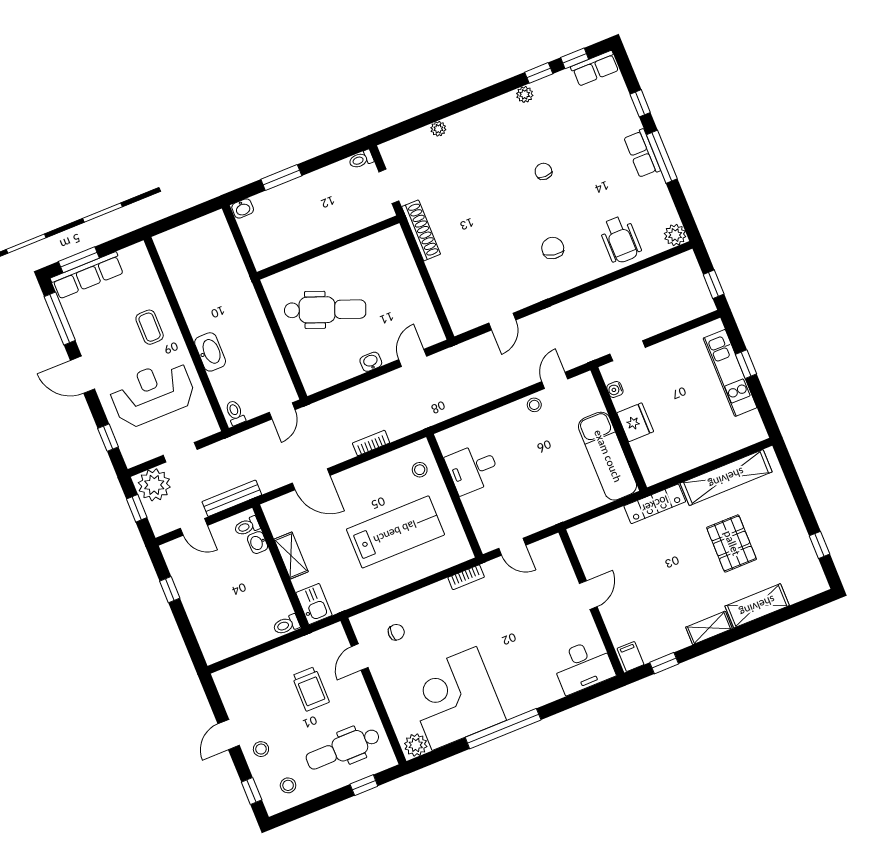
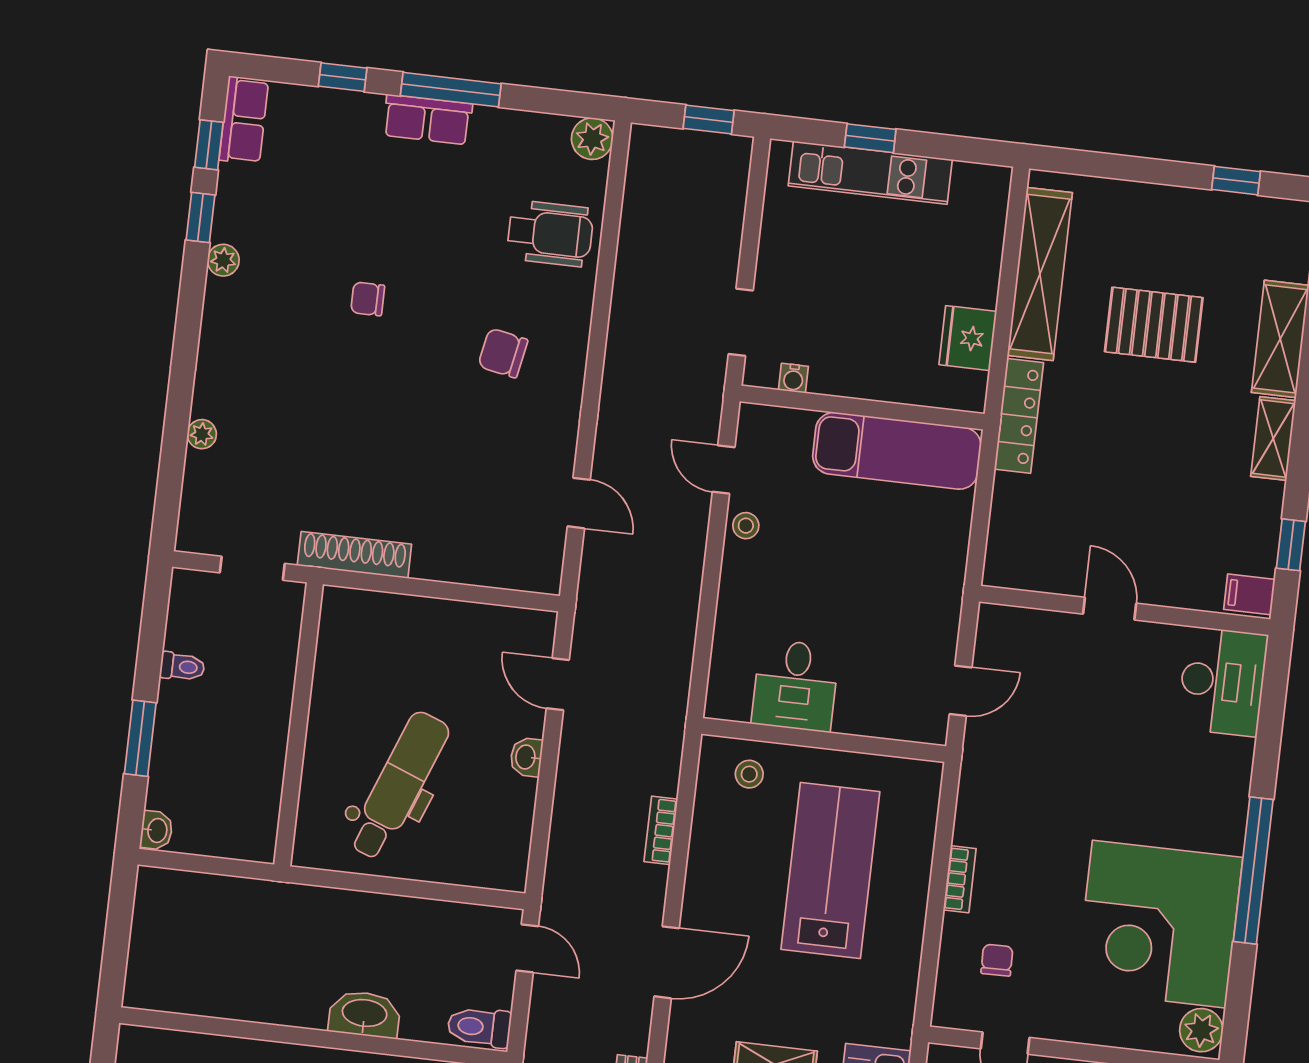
toilet: (361, 159) -> (182, 667), moved, turned -90
toilet: (235, 413) -> (479, 1027), width x1.37, depth x1.39
fridge: (635, 422) -> (968, 338), moved, turned -90
bookcase: (466, 577) -> (960, 879), moved

